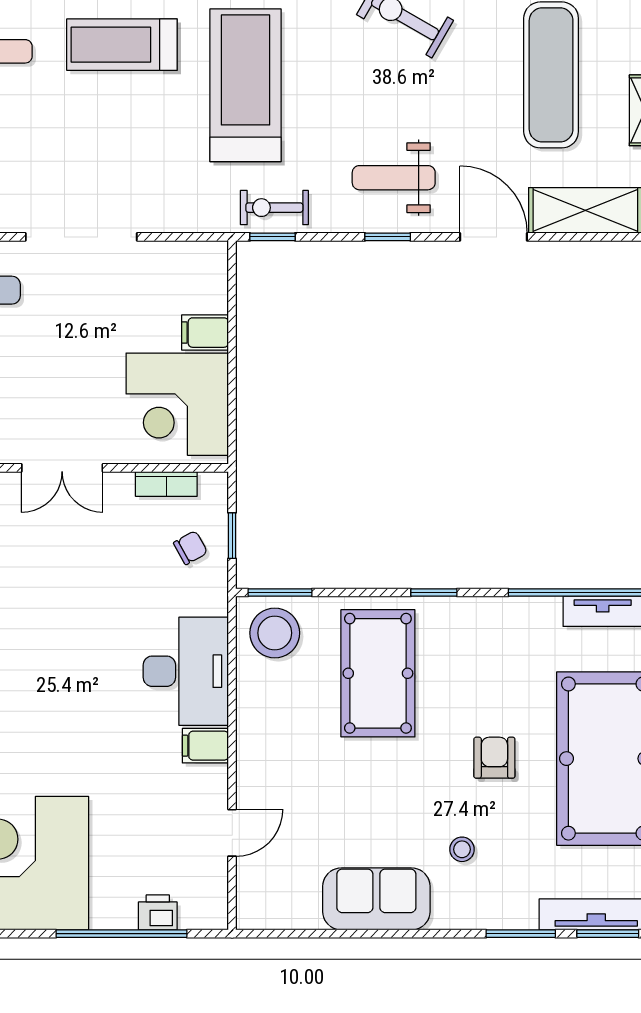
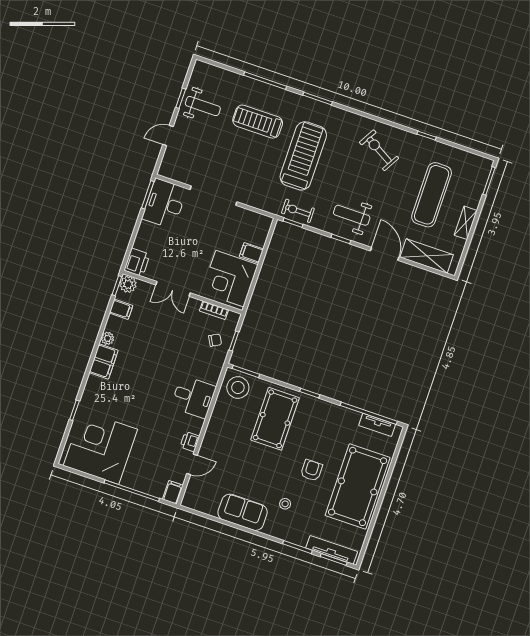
desk: (186, 671) -> (193, 397), width x0.73
filing cabinet: (205, 746) -> (173, 492), moved, turned 90
printer: (158, 912) -> (190, 442), moved, turned -90

